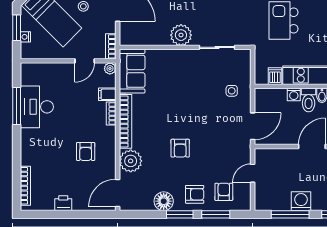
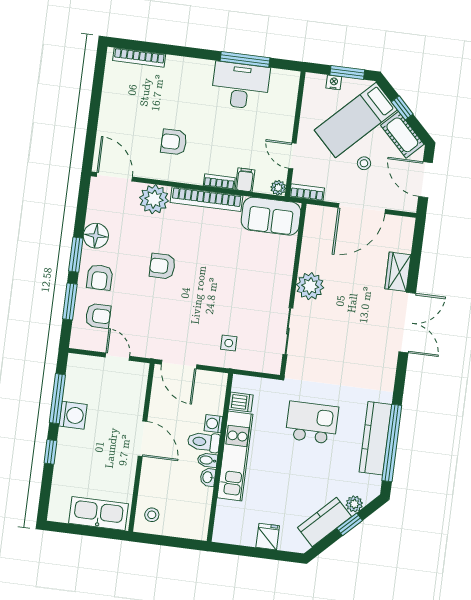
printer: (63, 203) -> (110, 104), removed

